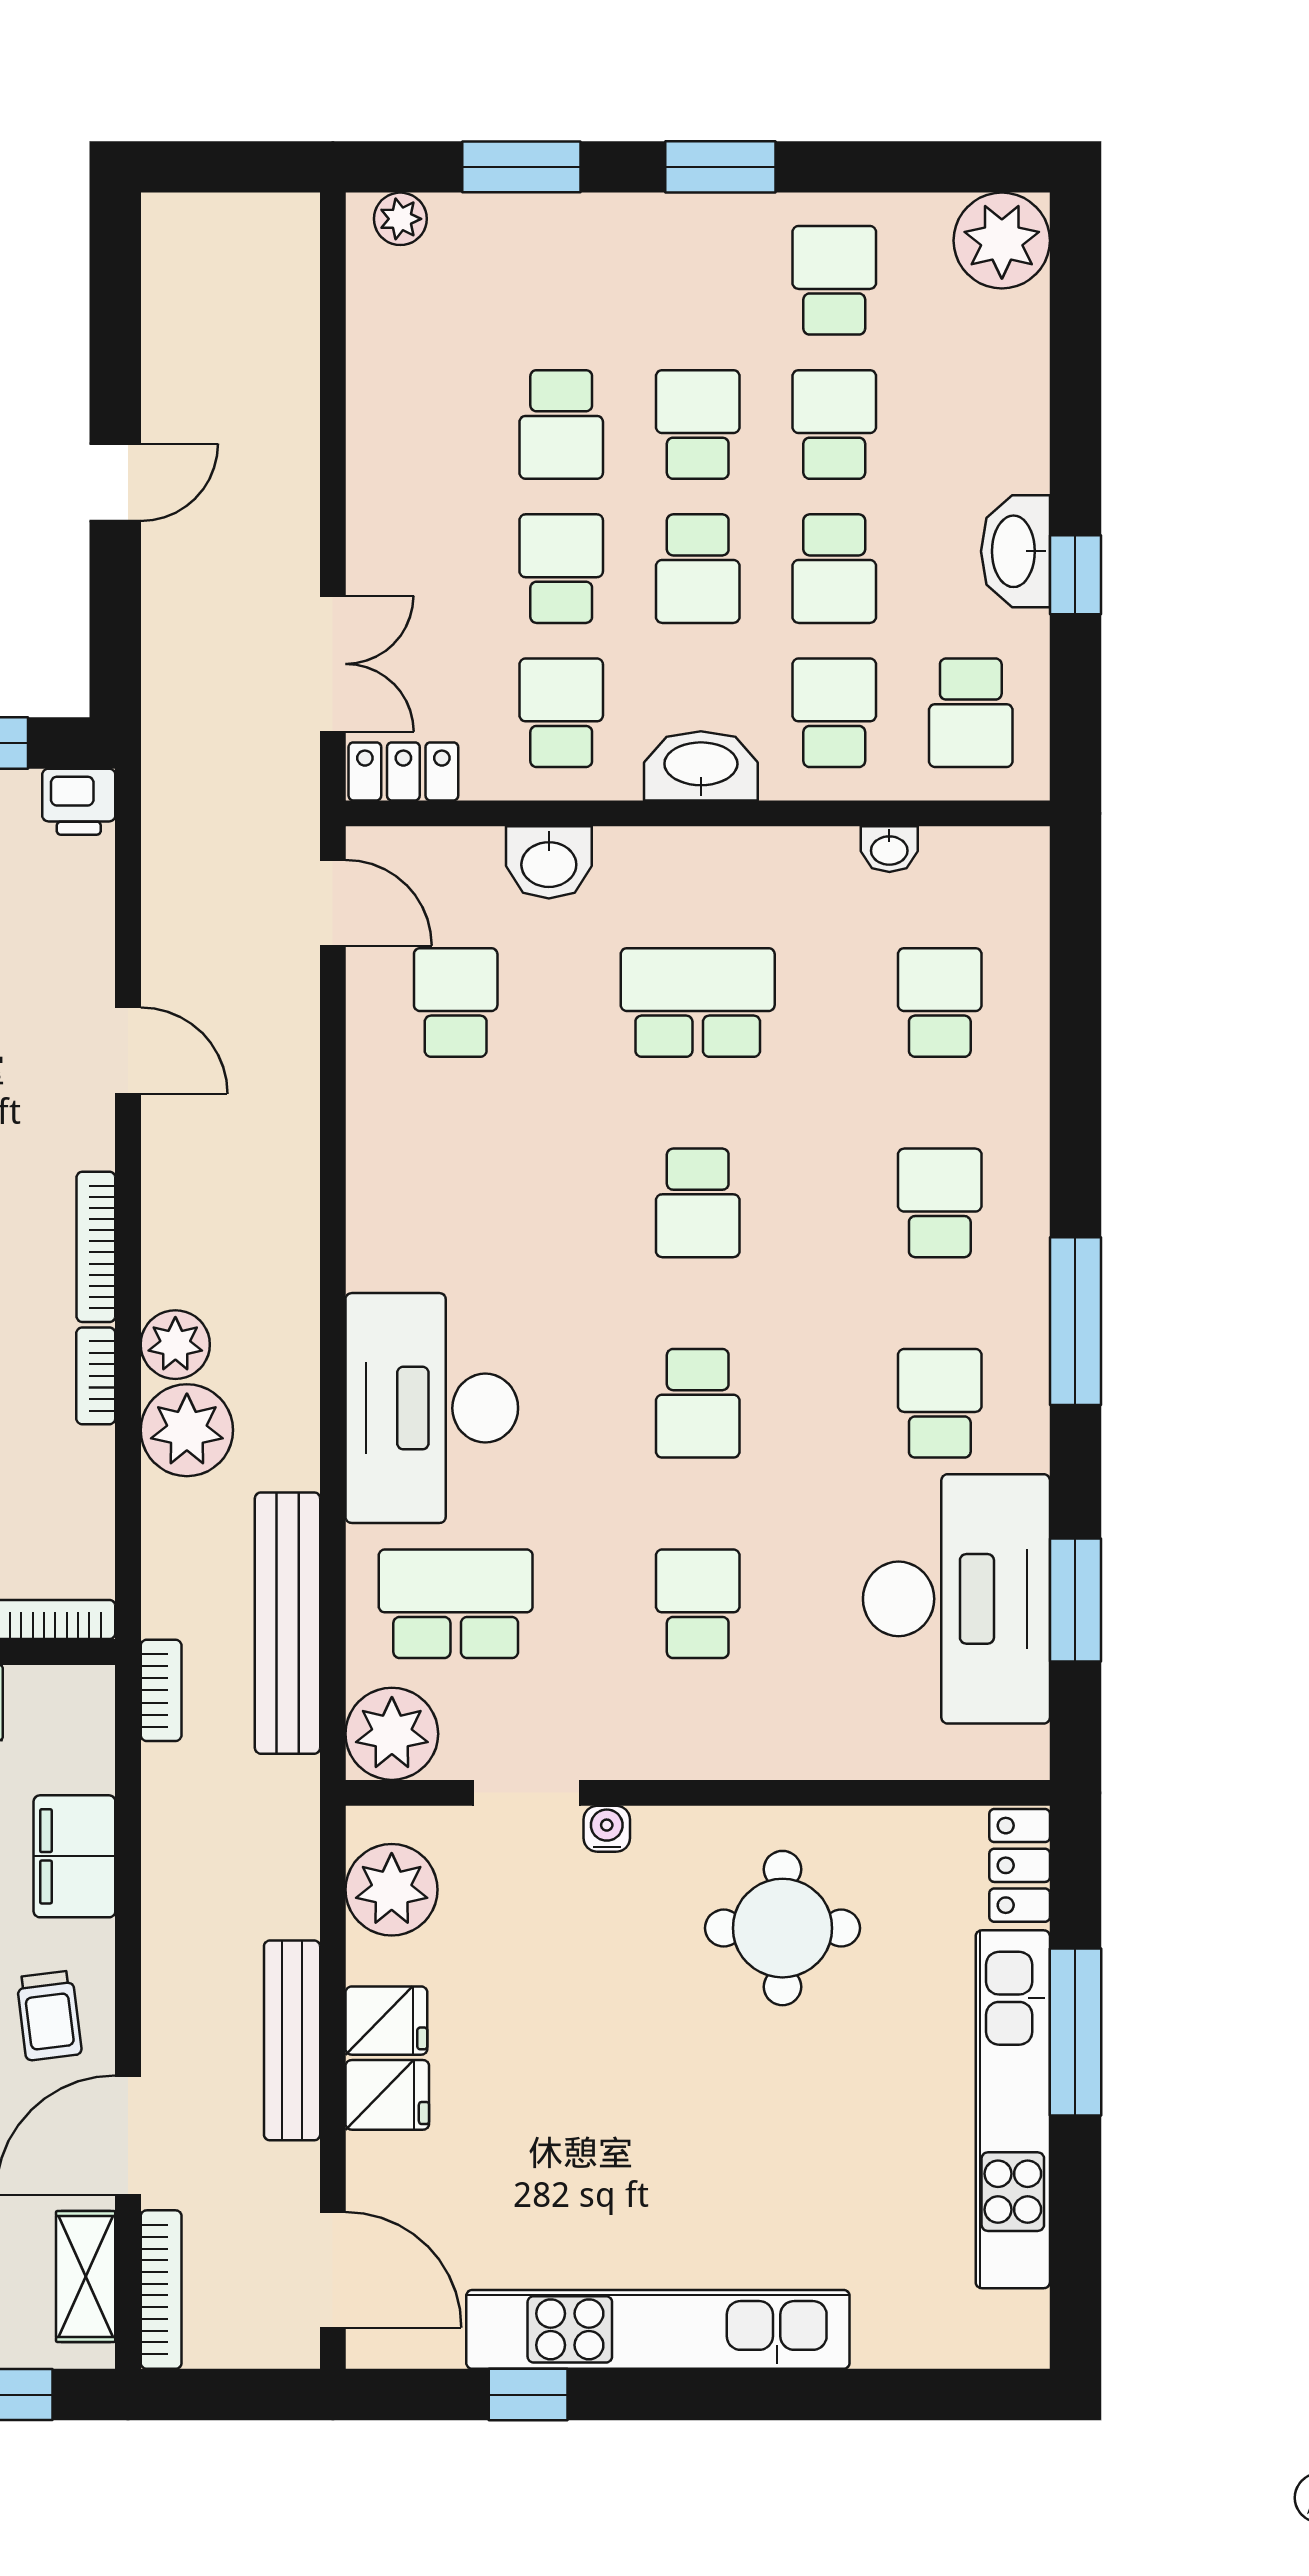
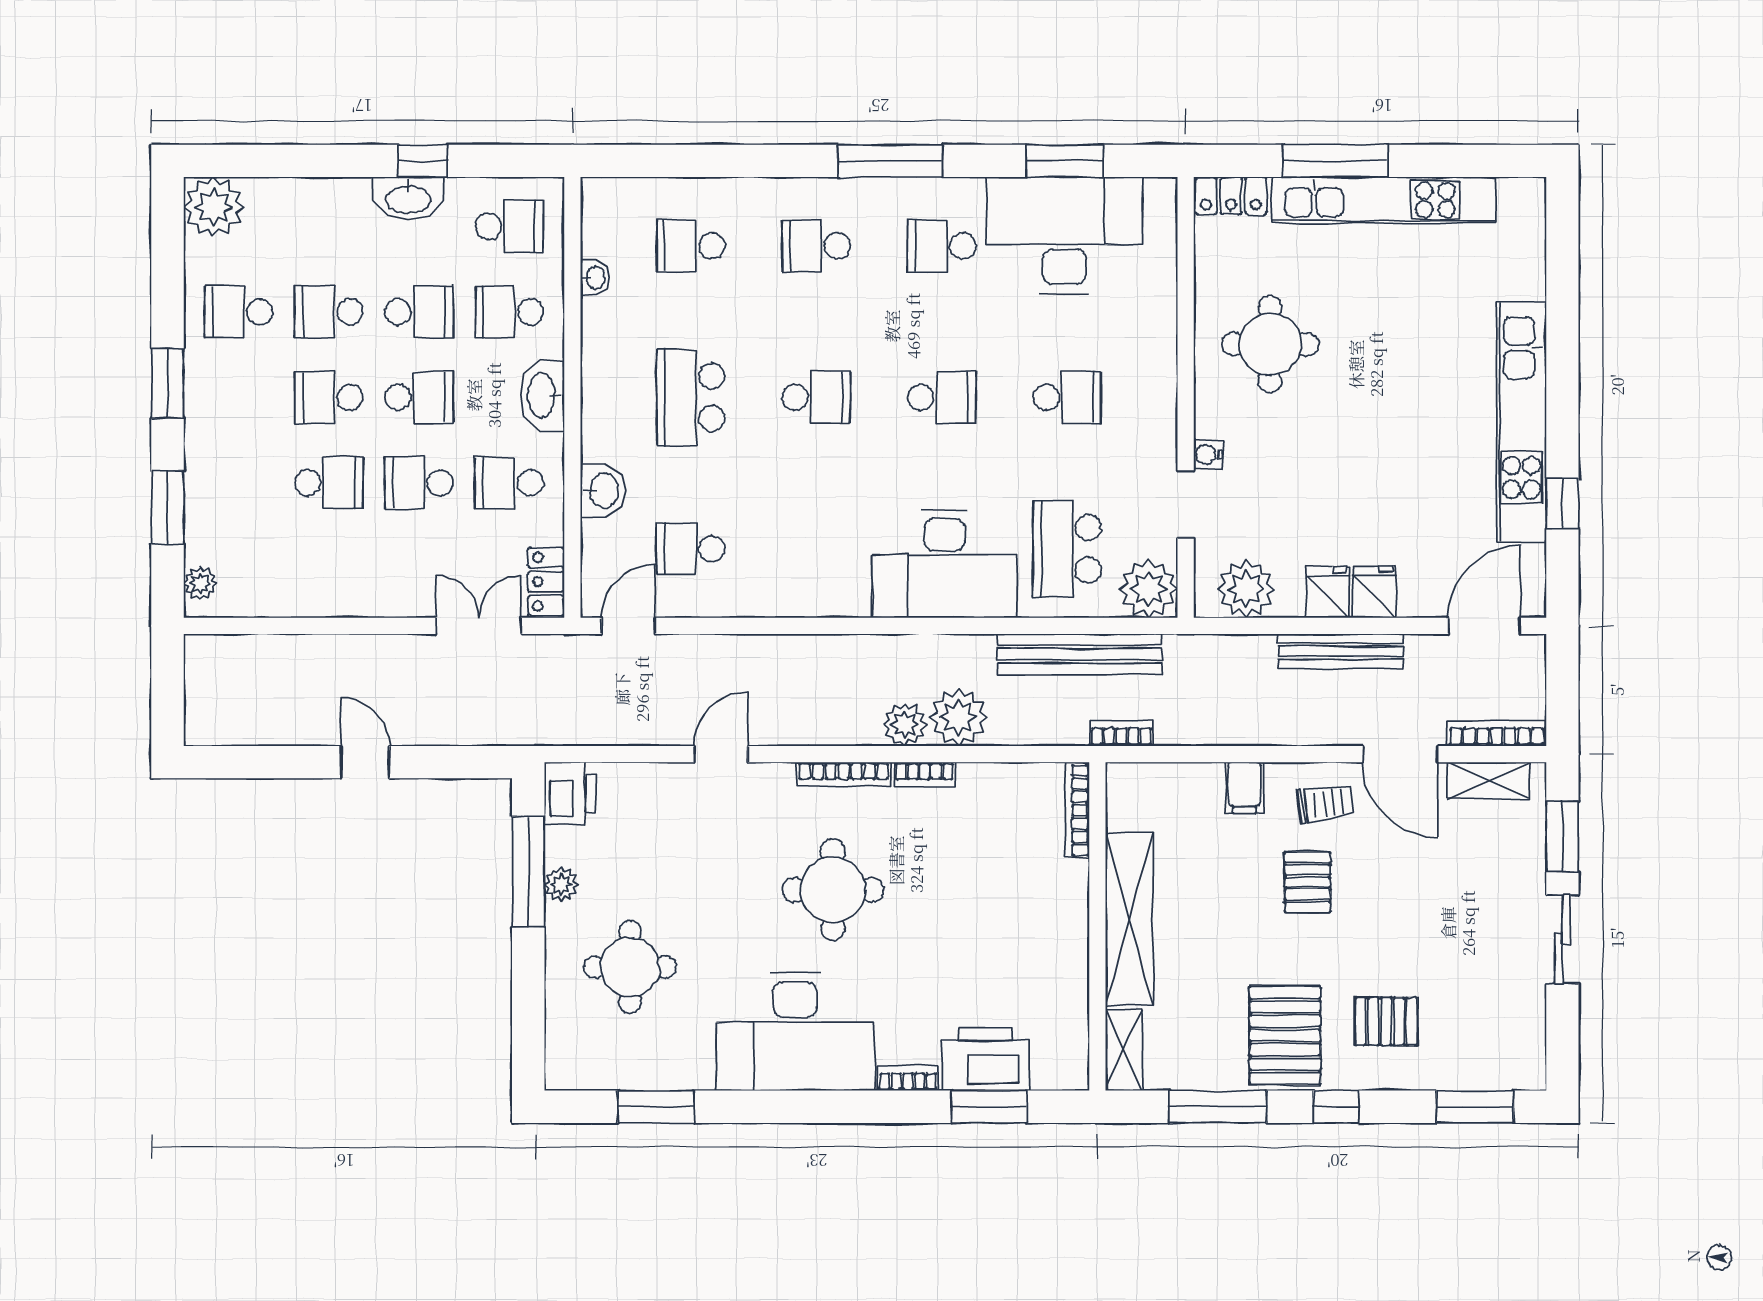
printer: (79, 802) -> (570, 793), width x1.36, depth x1.24
school desk: (698, 1604) -> (1067, 397), turned 180
filing cabinet: (74, 1856) -> (1244, 788), width x0.50

